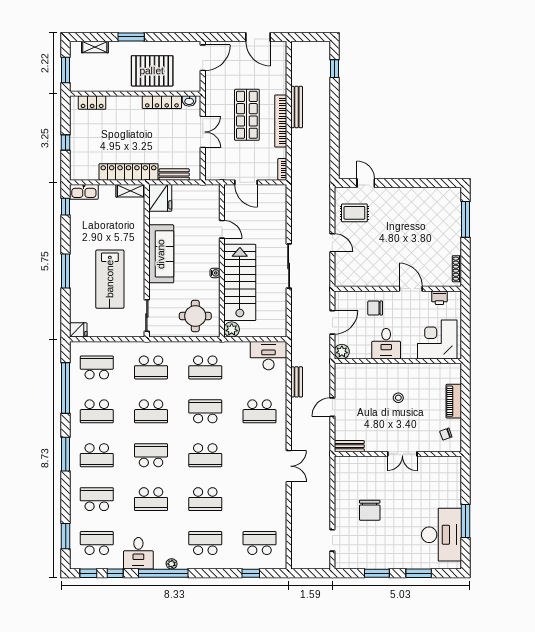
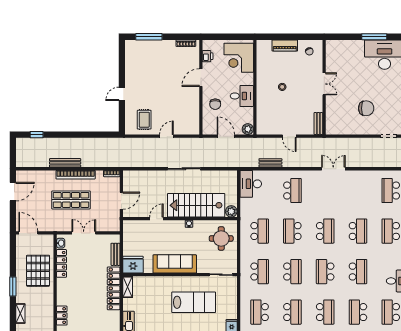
door: (366, 183) -> (122, 94), moved

